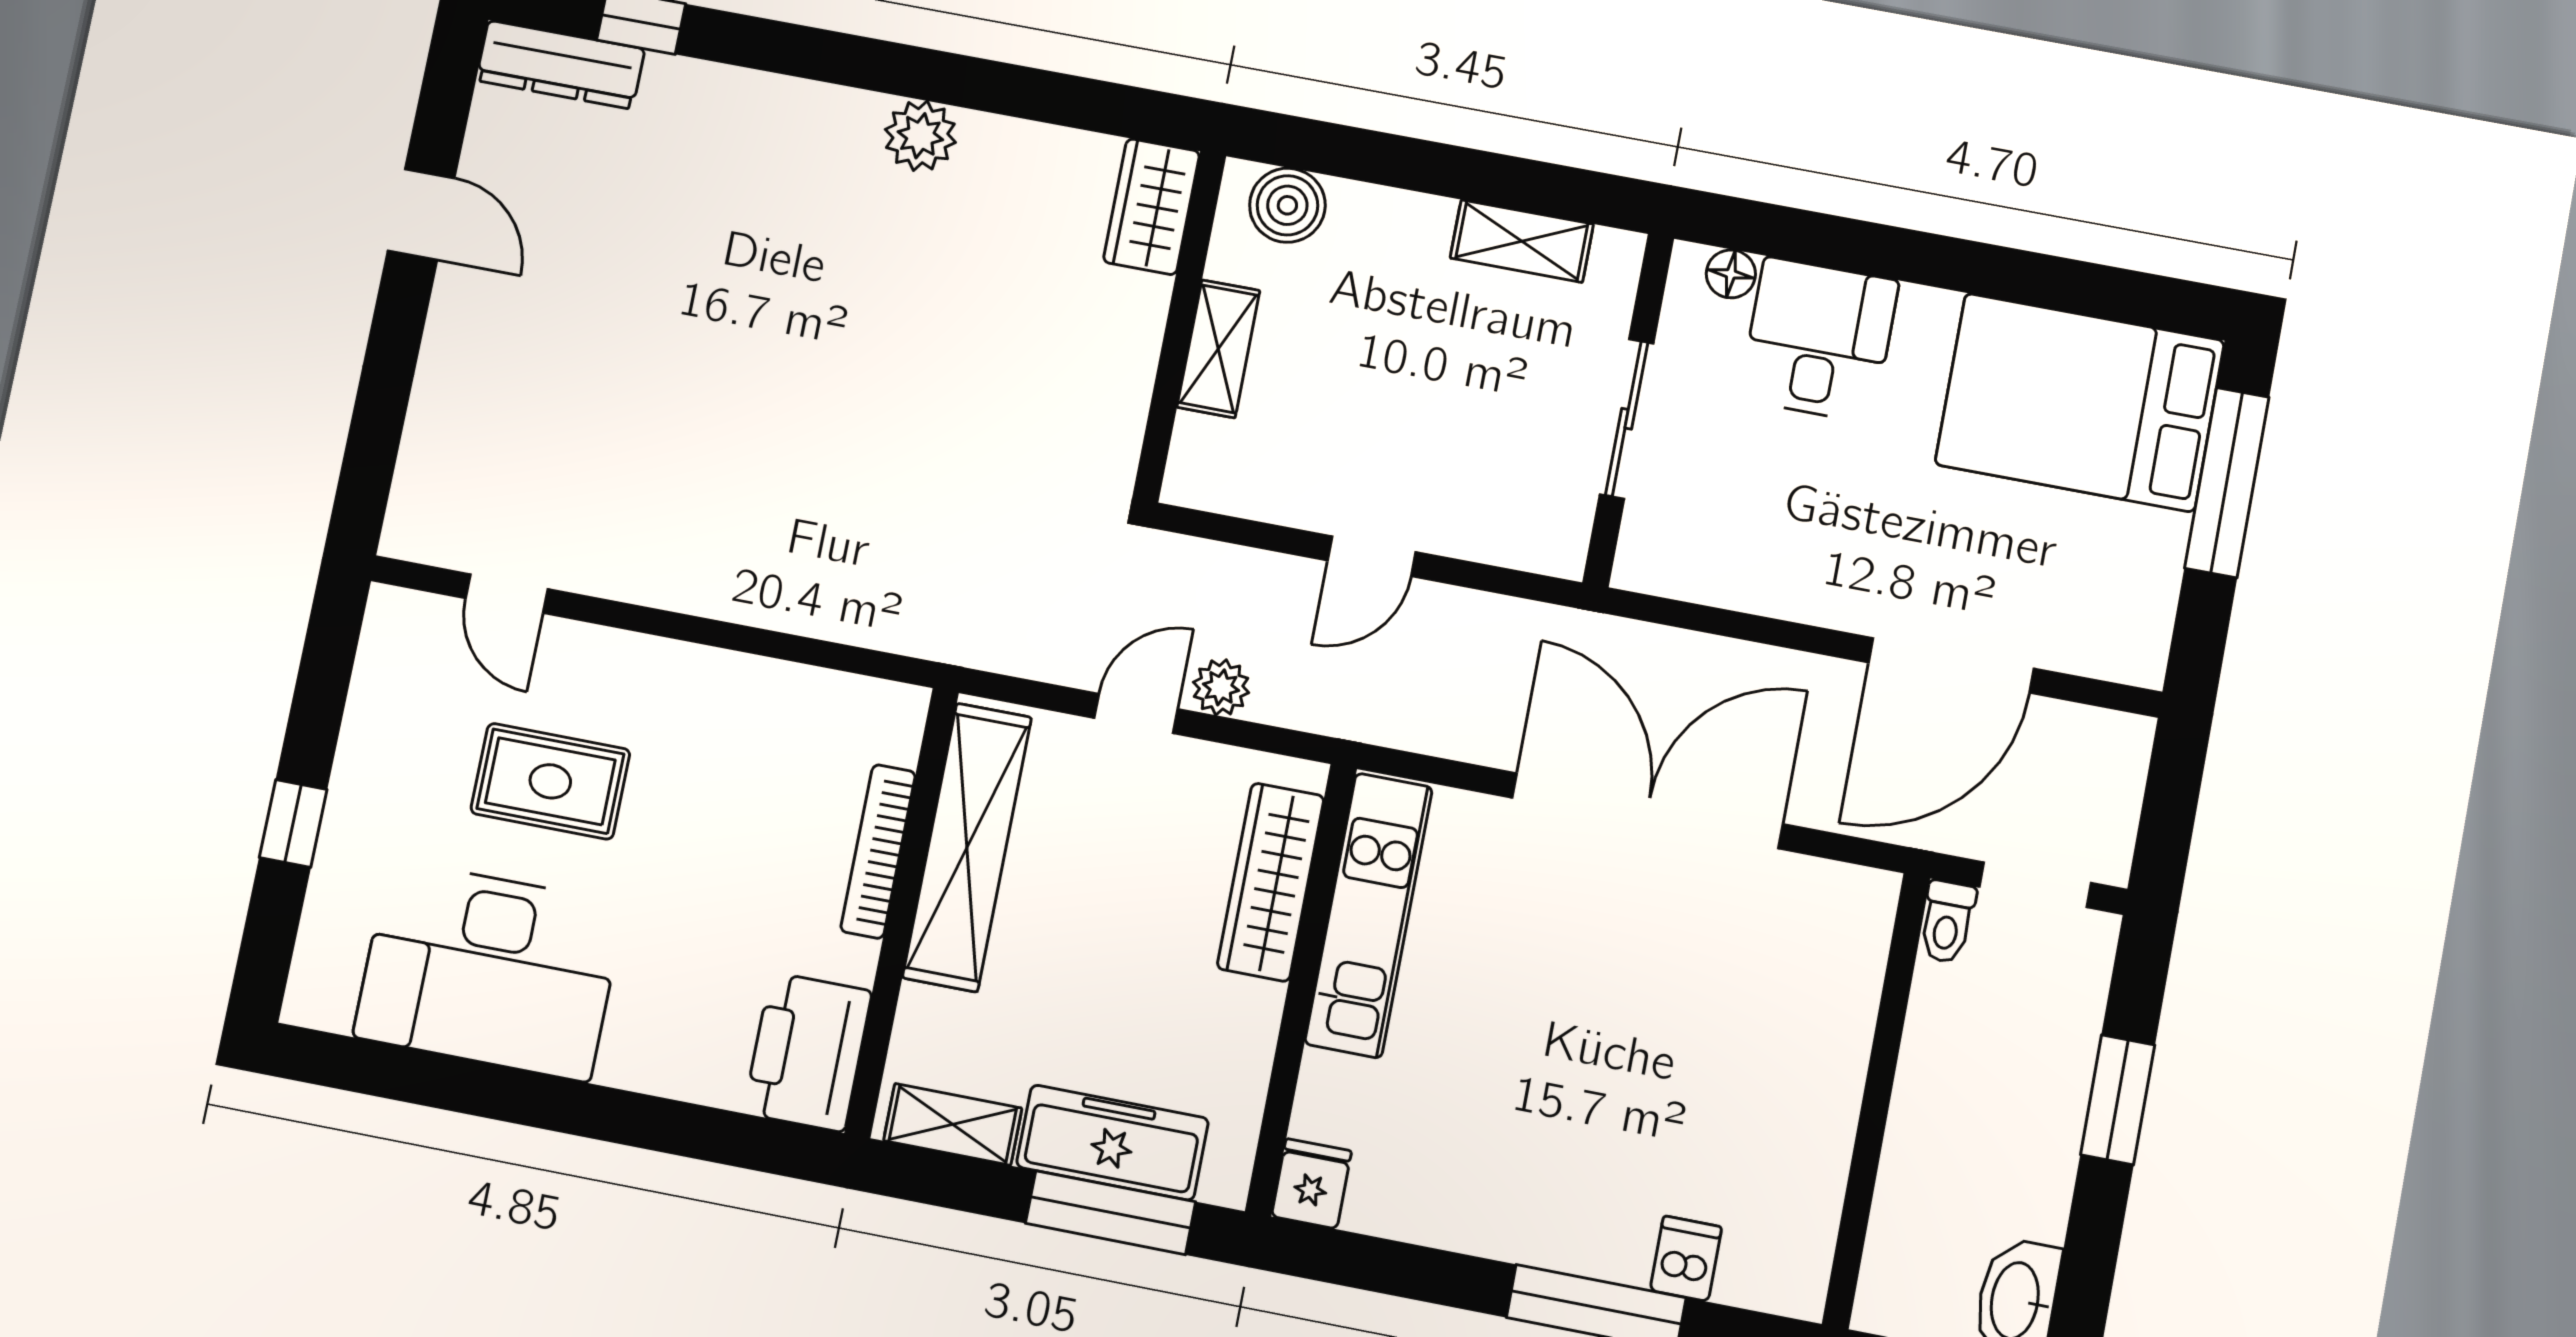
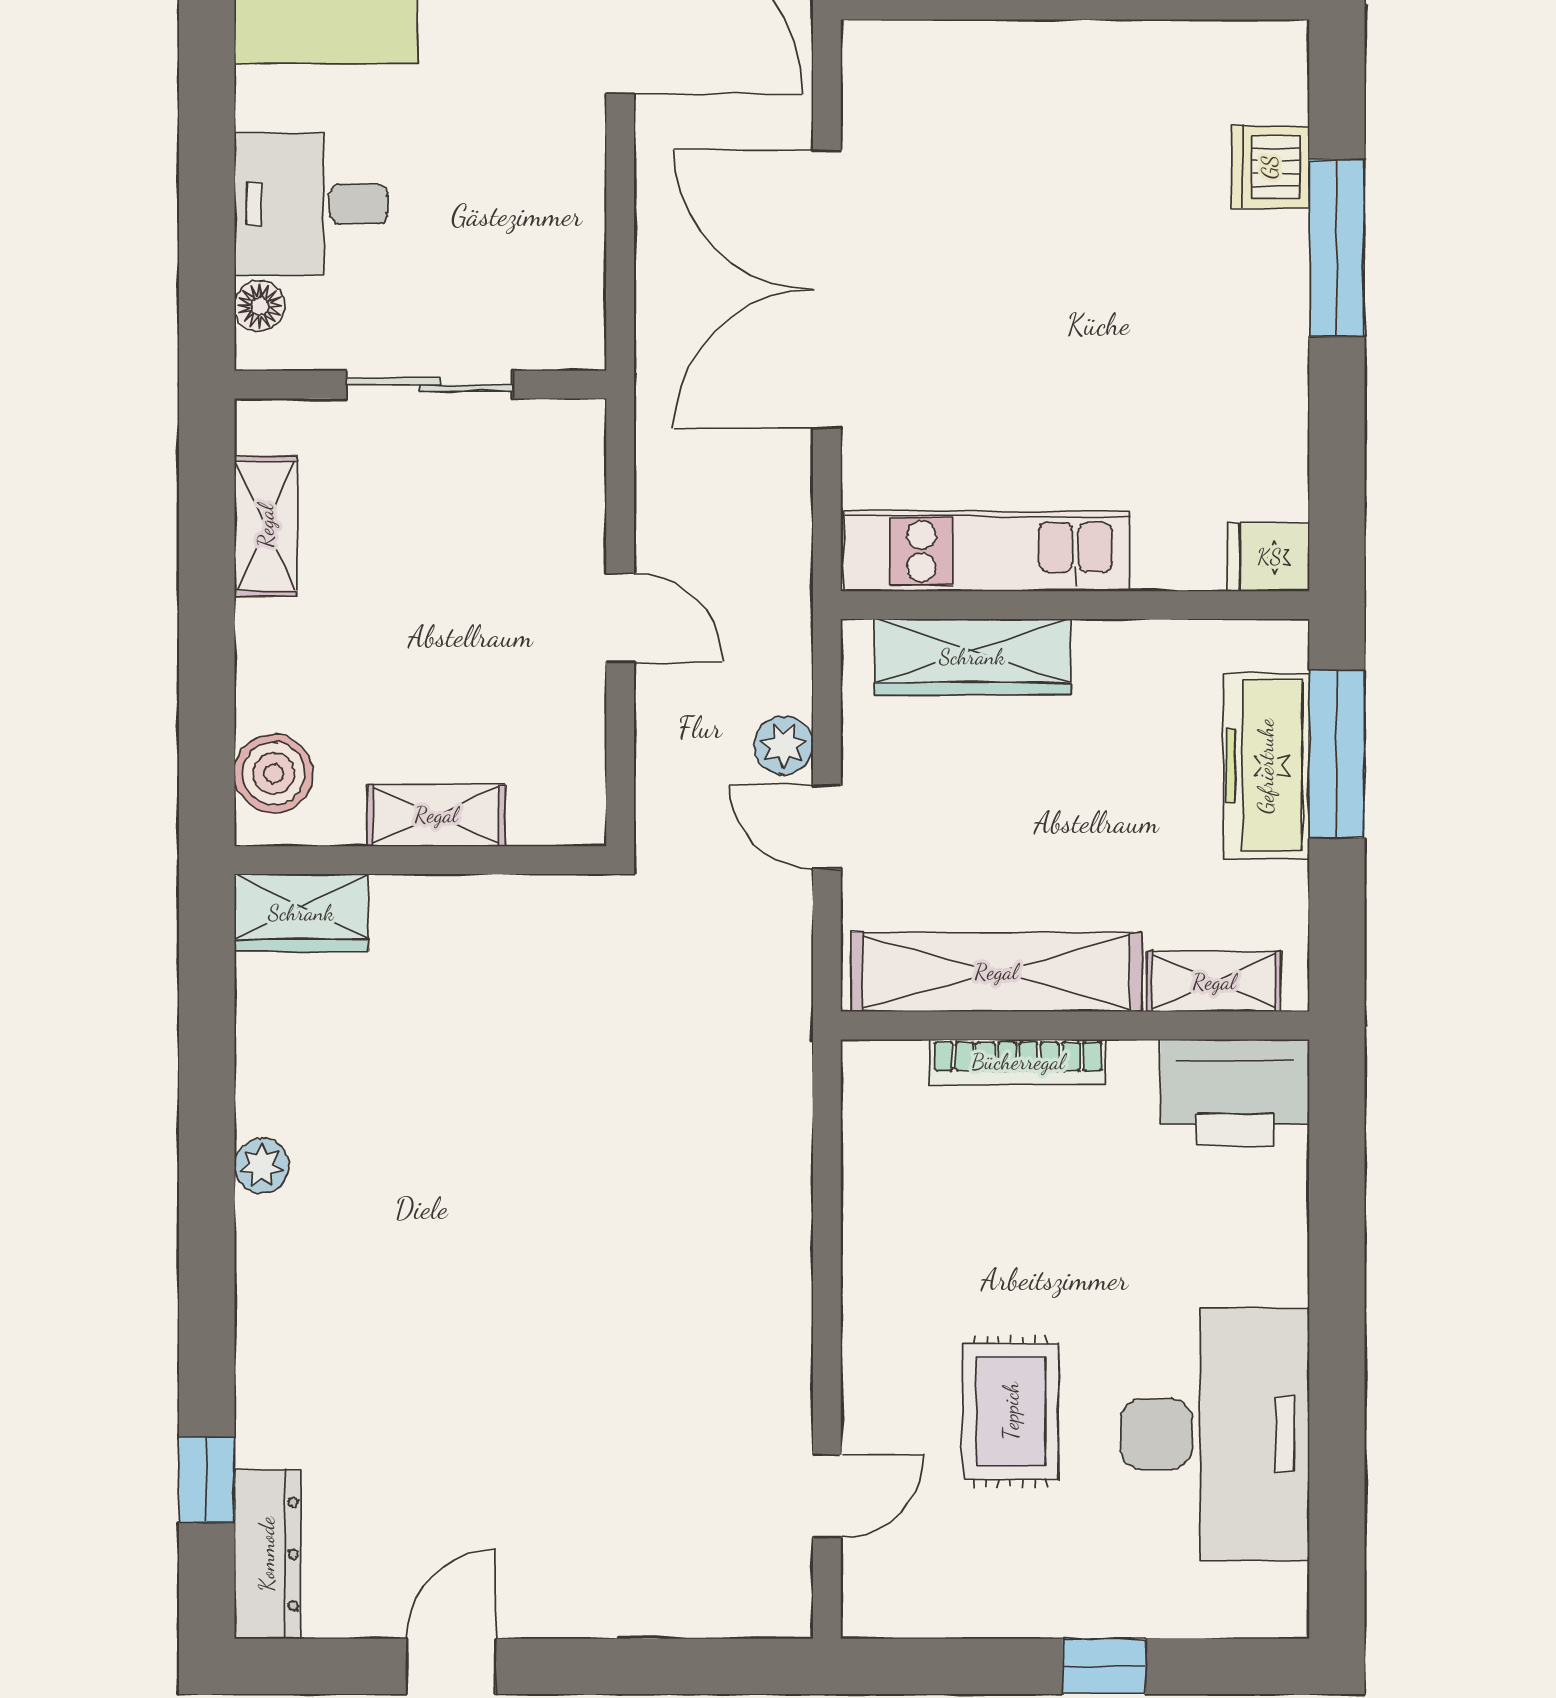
plant: (920, 136) -> (262, 1166), width x0.73, depth x0.73
shelving: (953, 1124) -> (1214, 982), moved, turned 90
dishwasher: (1686, 1259) -> (1270, 167), width x1.38

